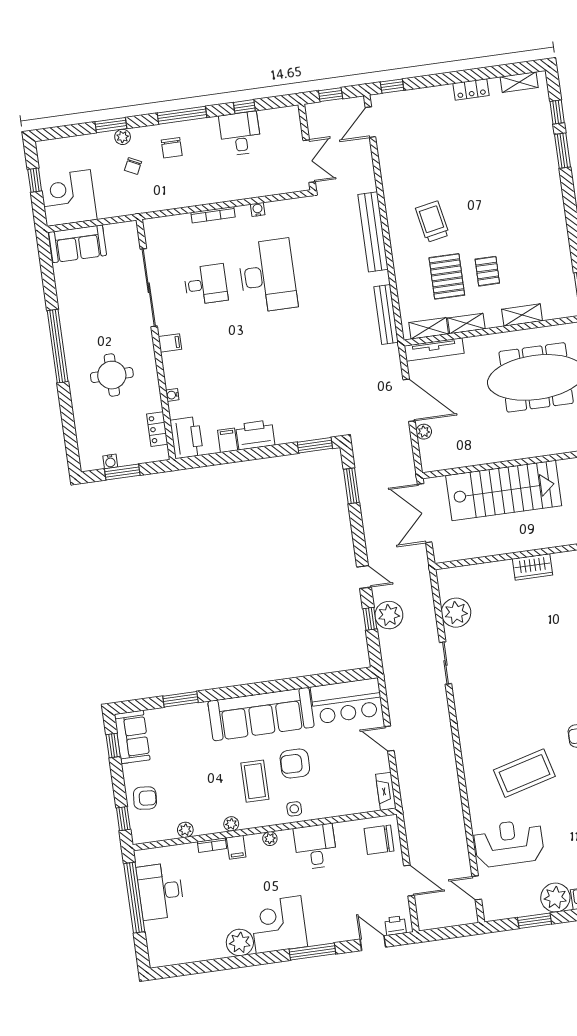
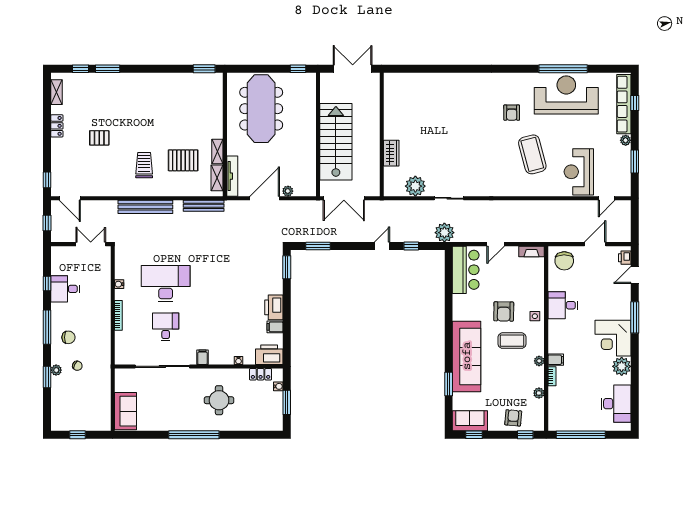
corner desk: (68, 198) -> (93, 413), removed
trolley: (432, 222) -> (144, 165), turned 101
pallet: (487, 271) -> (99, 138), moved
shelving: (522, 315) -> (217, 112), removed
water cooler: (110, 461) -> (278, 386), moved
wardrobe: (533, 567) -> (391, 153), moved
plant: (389, 615) -> (444, 233), moved
sofa: (261, 714) -> (467, 356), moved
plant: (270, 839) -> (553, 336), removed
desk: (160, 891) -> (616, 404), moved, turned -90
plant: (555, 898) -> (626, 140), width x0.53, depth x0.53

